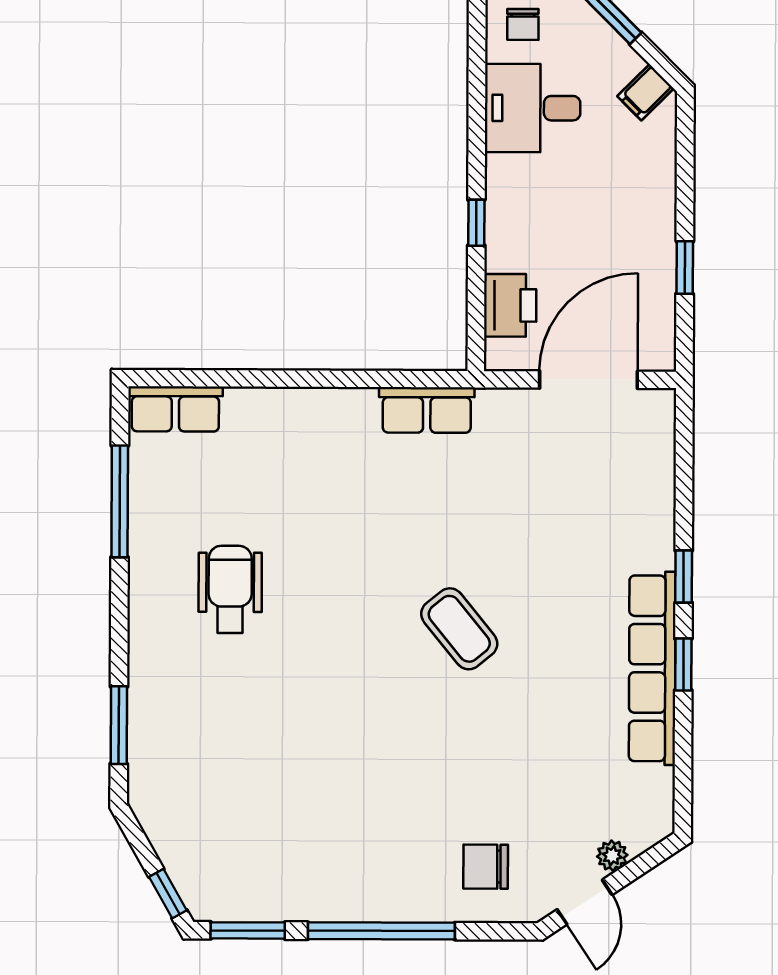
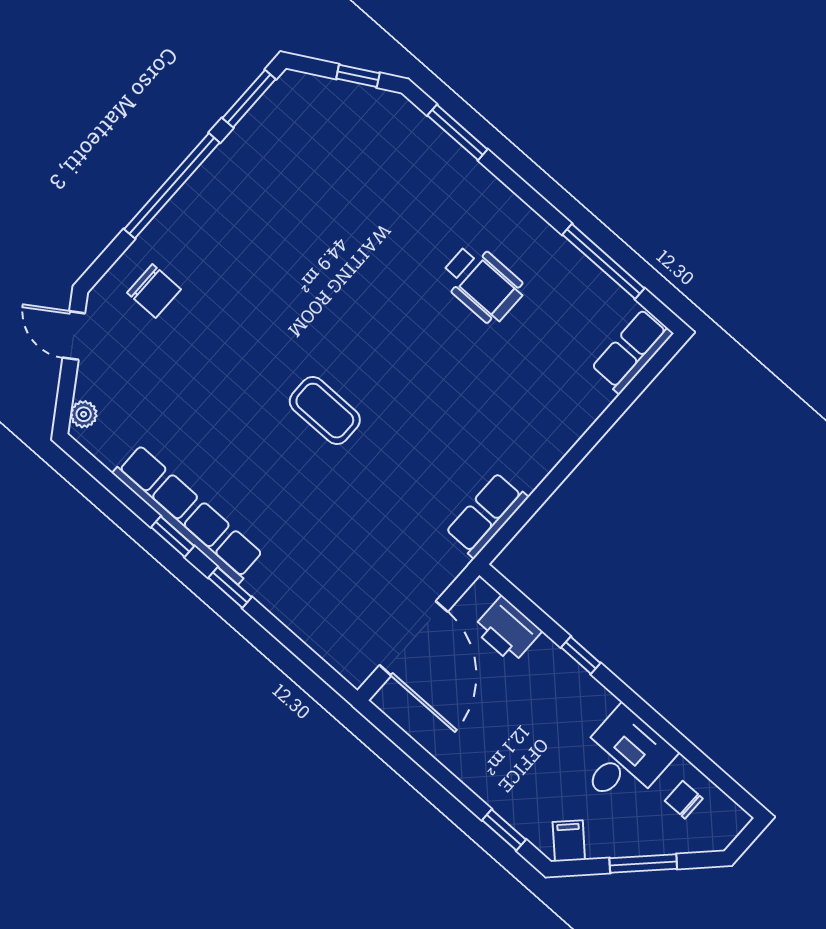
window: (685, 267) -> (504, 830), moved
coffee table: (459, 629) -> (325, 411), turned 39
plant: (612, 856) -> (84, 414), moved
chair: (486, 867) -> (154, 291), turned 90
window: (168, 894) -> (358, 76), moved

